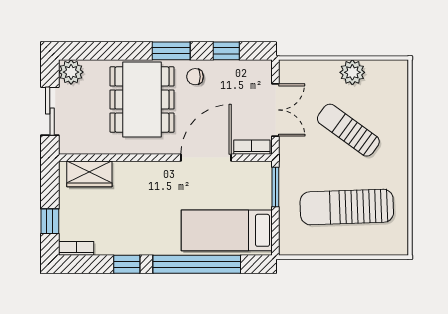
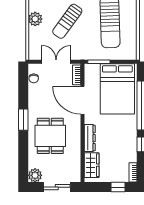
window: (226, 51) -> (23, 89), removed
chair: (195, 77) -> (34, 78), moved
dining table: (142, 100) -> (50, 136), width x0.73
dresser: (138, 170) -> (90, 138), added
bed: (227, 230) -> (117, 89), width x1.50

